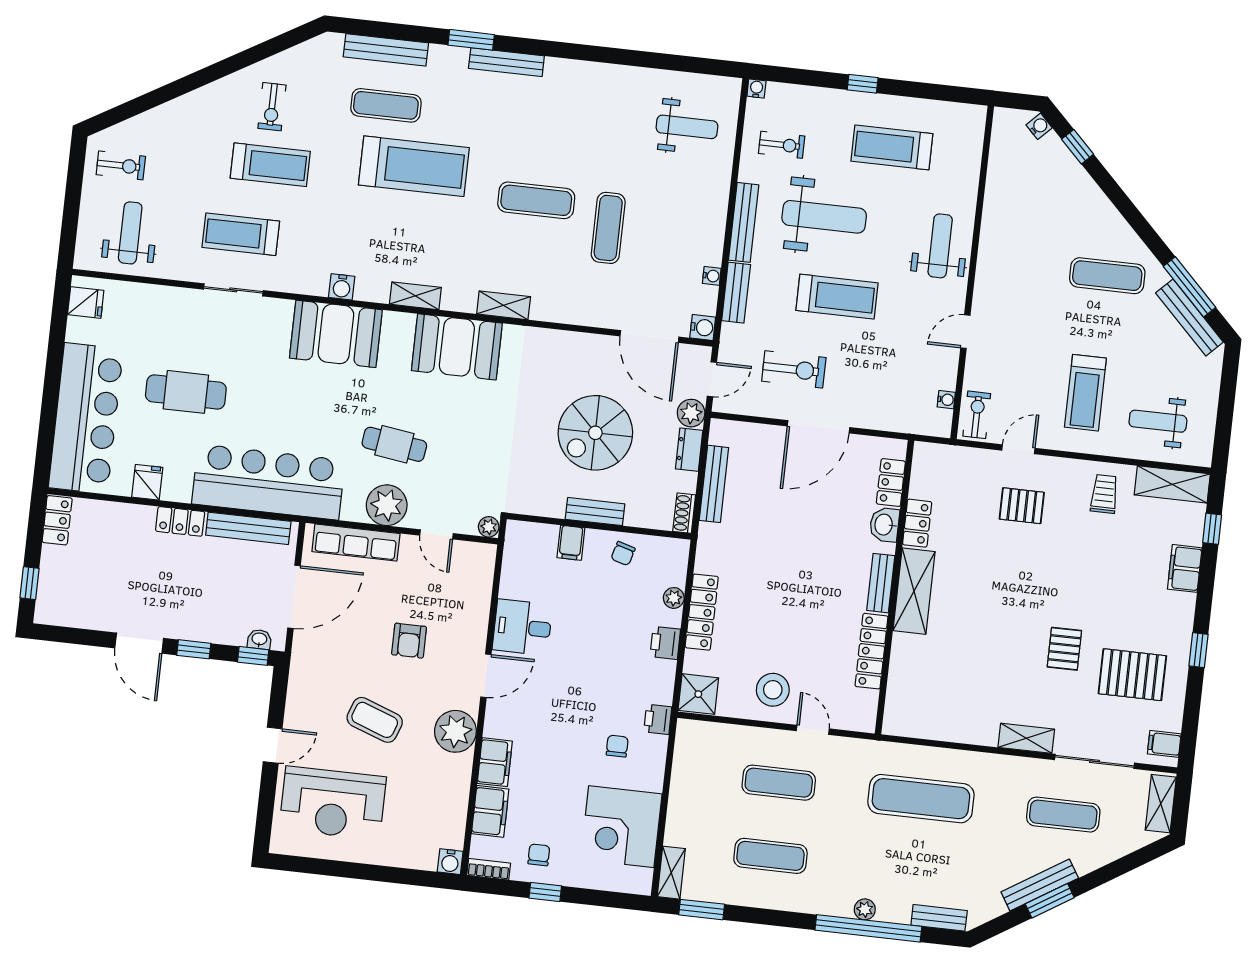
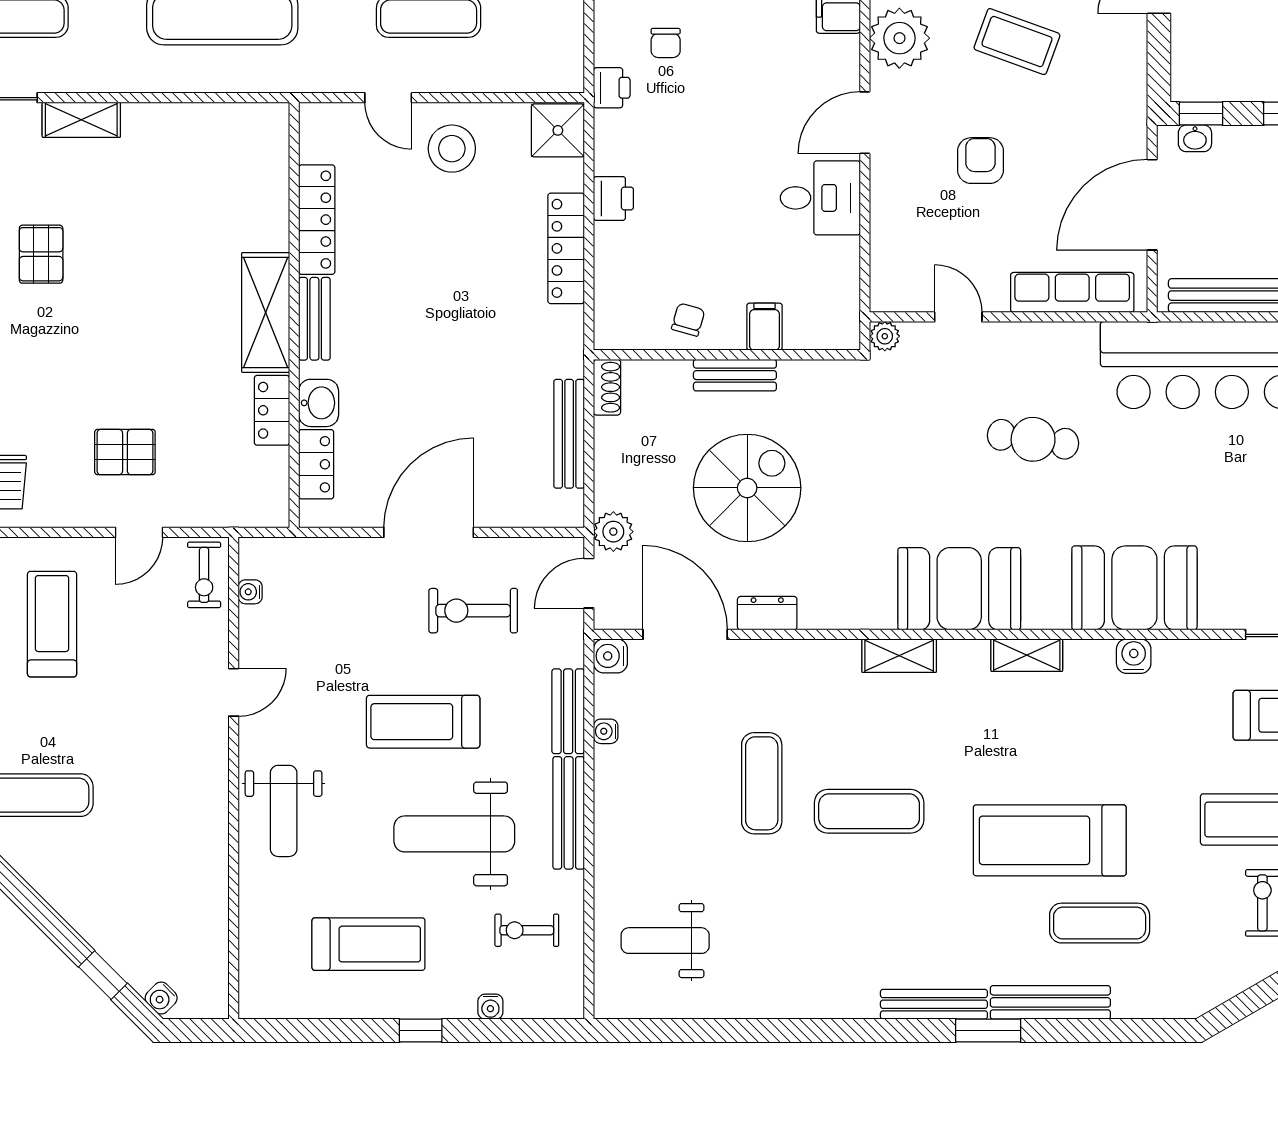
bench: (386, 50) -> (1050, 1002), moved
water cooler: (756, 89) -> (490, 1007), moved
dresser: (689, 450) -> (767, 613), moved, turned -90
plant: (387, 505) -> (1034, 351), removed
plant: (674, 598) -> (608, 264), removed

